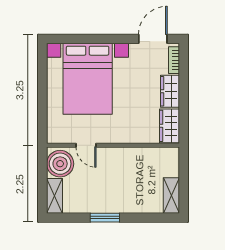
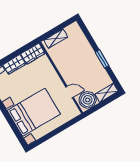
door: (86, 145) -> (70, 92), hinge flipped
shelving: (171, 195) -> (56, 39), moved

